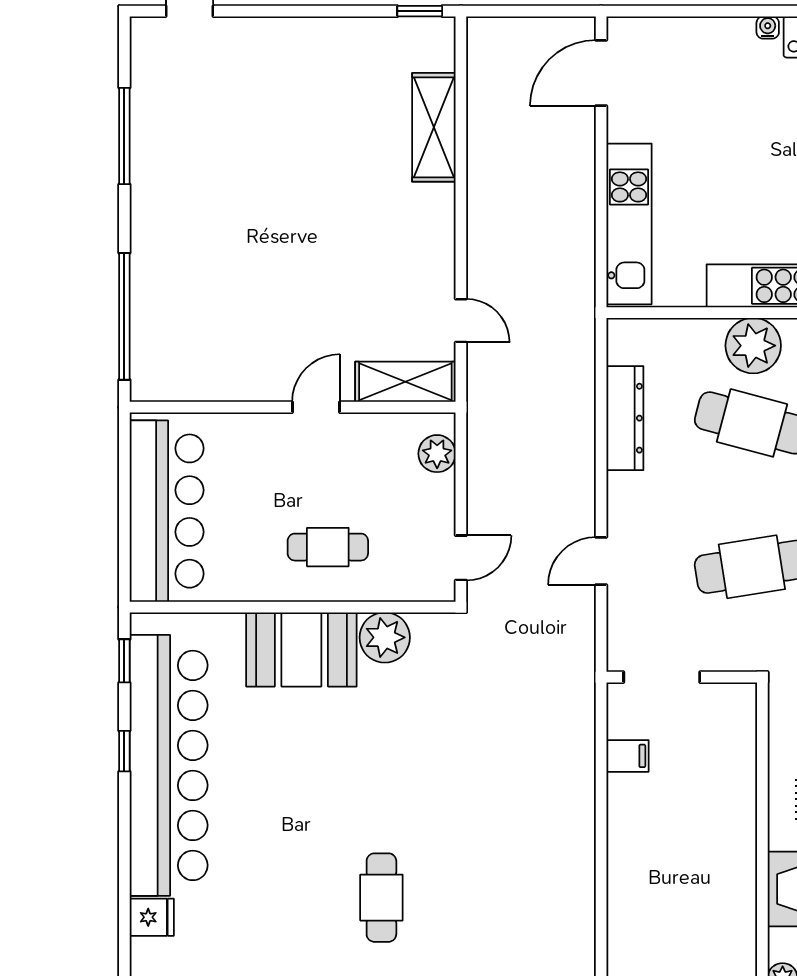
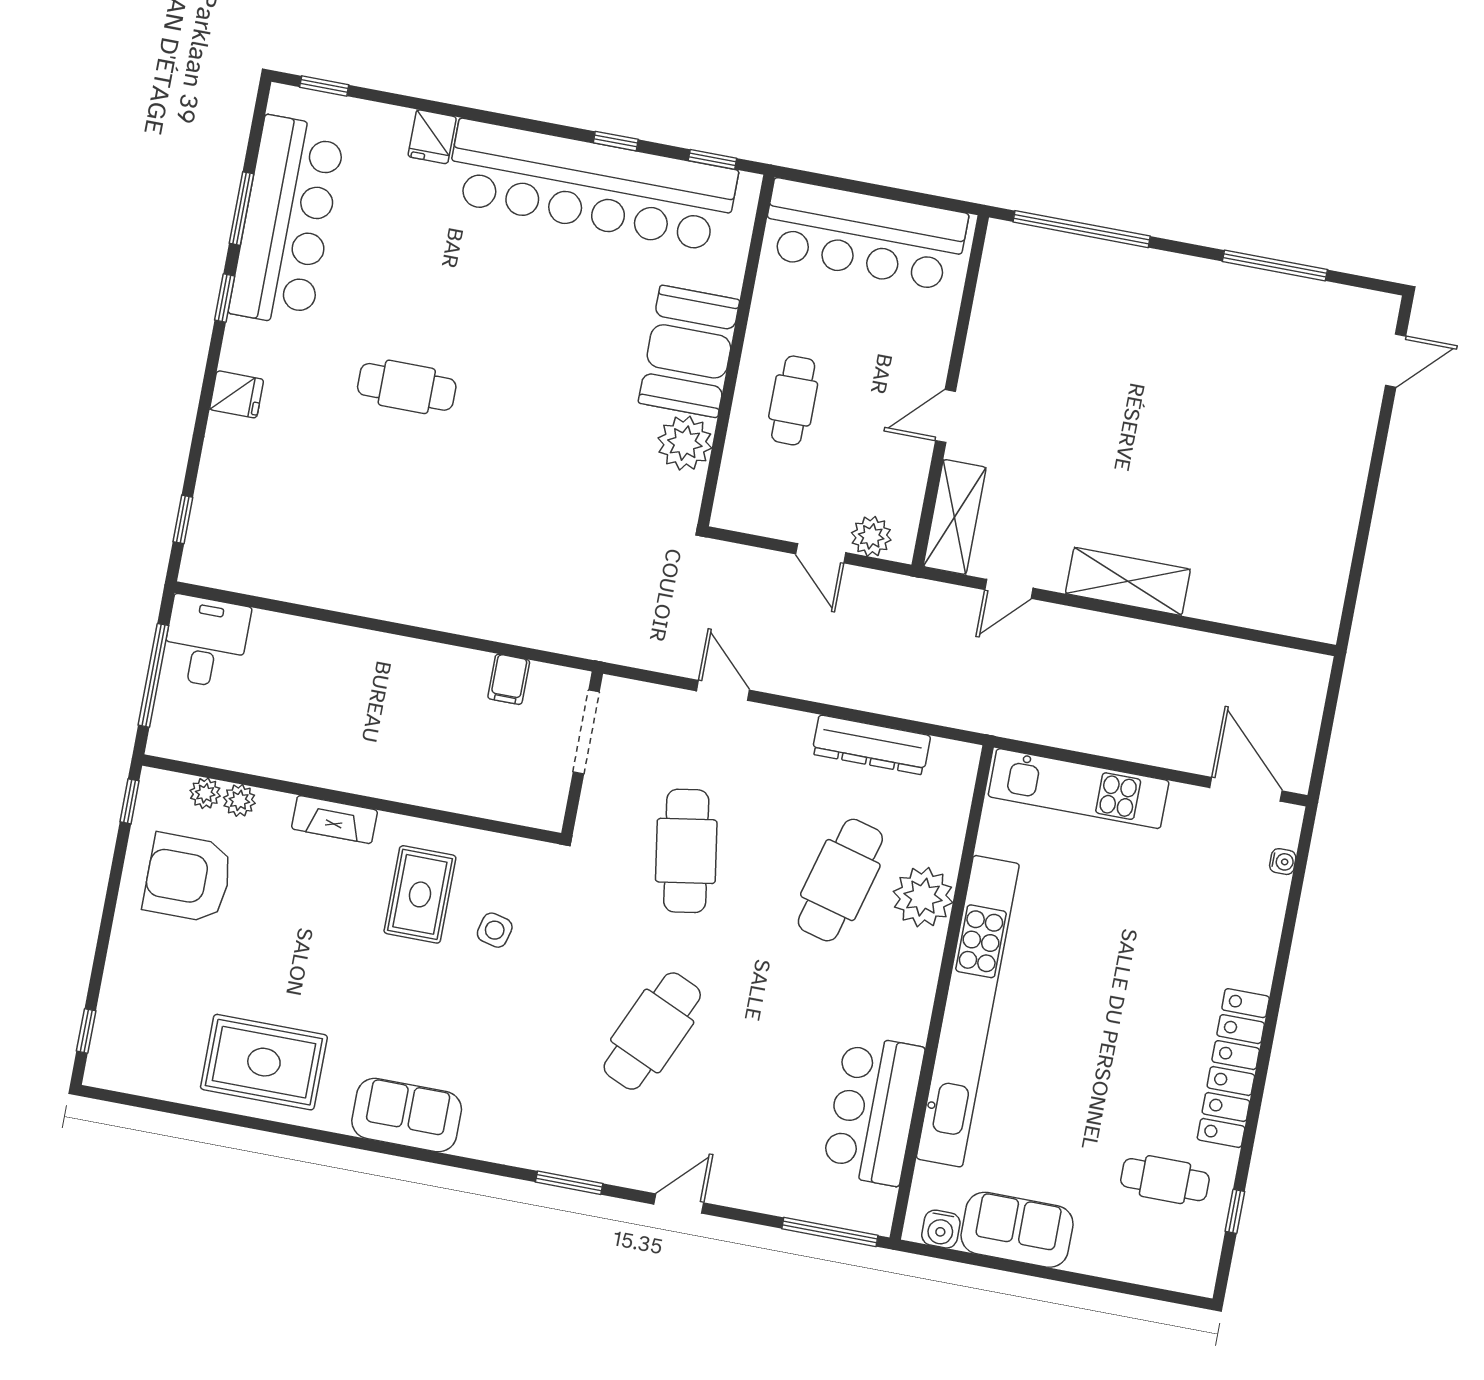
window: (420, 11) -> (1349, 607), removed
water cooler: (768, 28) -> (1283, 862), moved
shelving: (434, 127) -> (1128, 581), moved
door: (316, 407) -> (945, 416), swing flipped
door: (461, 558) -> (821, 553), moved

